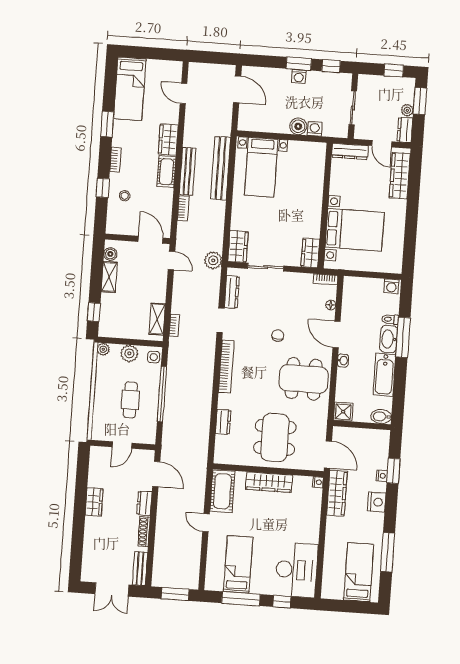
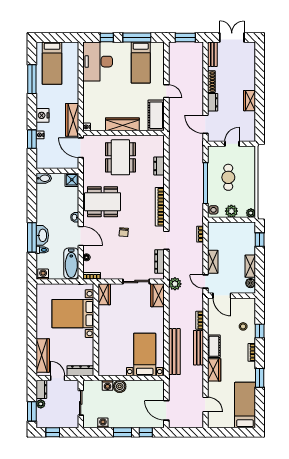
window: (331, 66) -> (146, 432), moved
washing machine: (299, 76) -> (103, 423), moved
shelving: (157, 319) -> (213, 262), moved
bathtub: (384, 375) -> (71, 263), moved, turned 180

